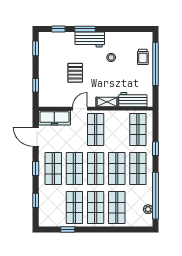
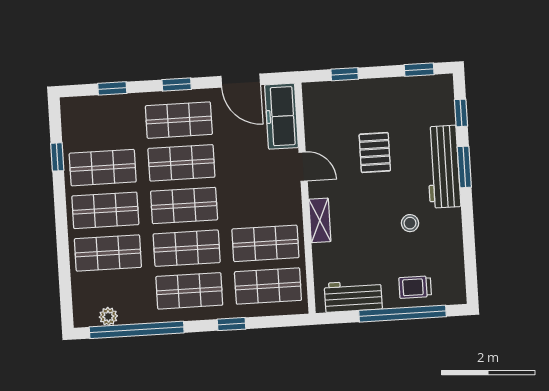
workbench: (90, 39) -> (443, 167), width x1.38
pallet: (75, 73) -> (375, 153), turned 90
workbench: (133, 100) -> (353, 296), moved, turned -90
shop shelf: (96, 129) -> (265, 243), moved
door: (36, 137) -> (241, 81), swing flipped

